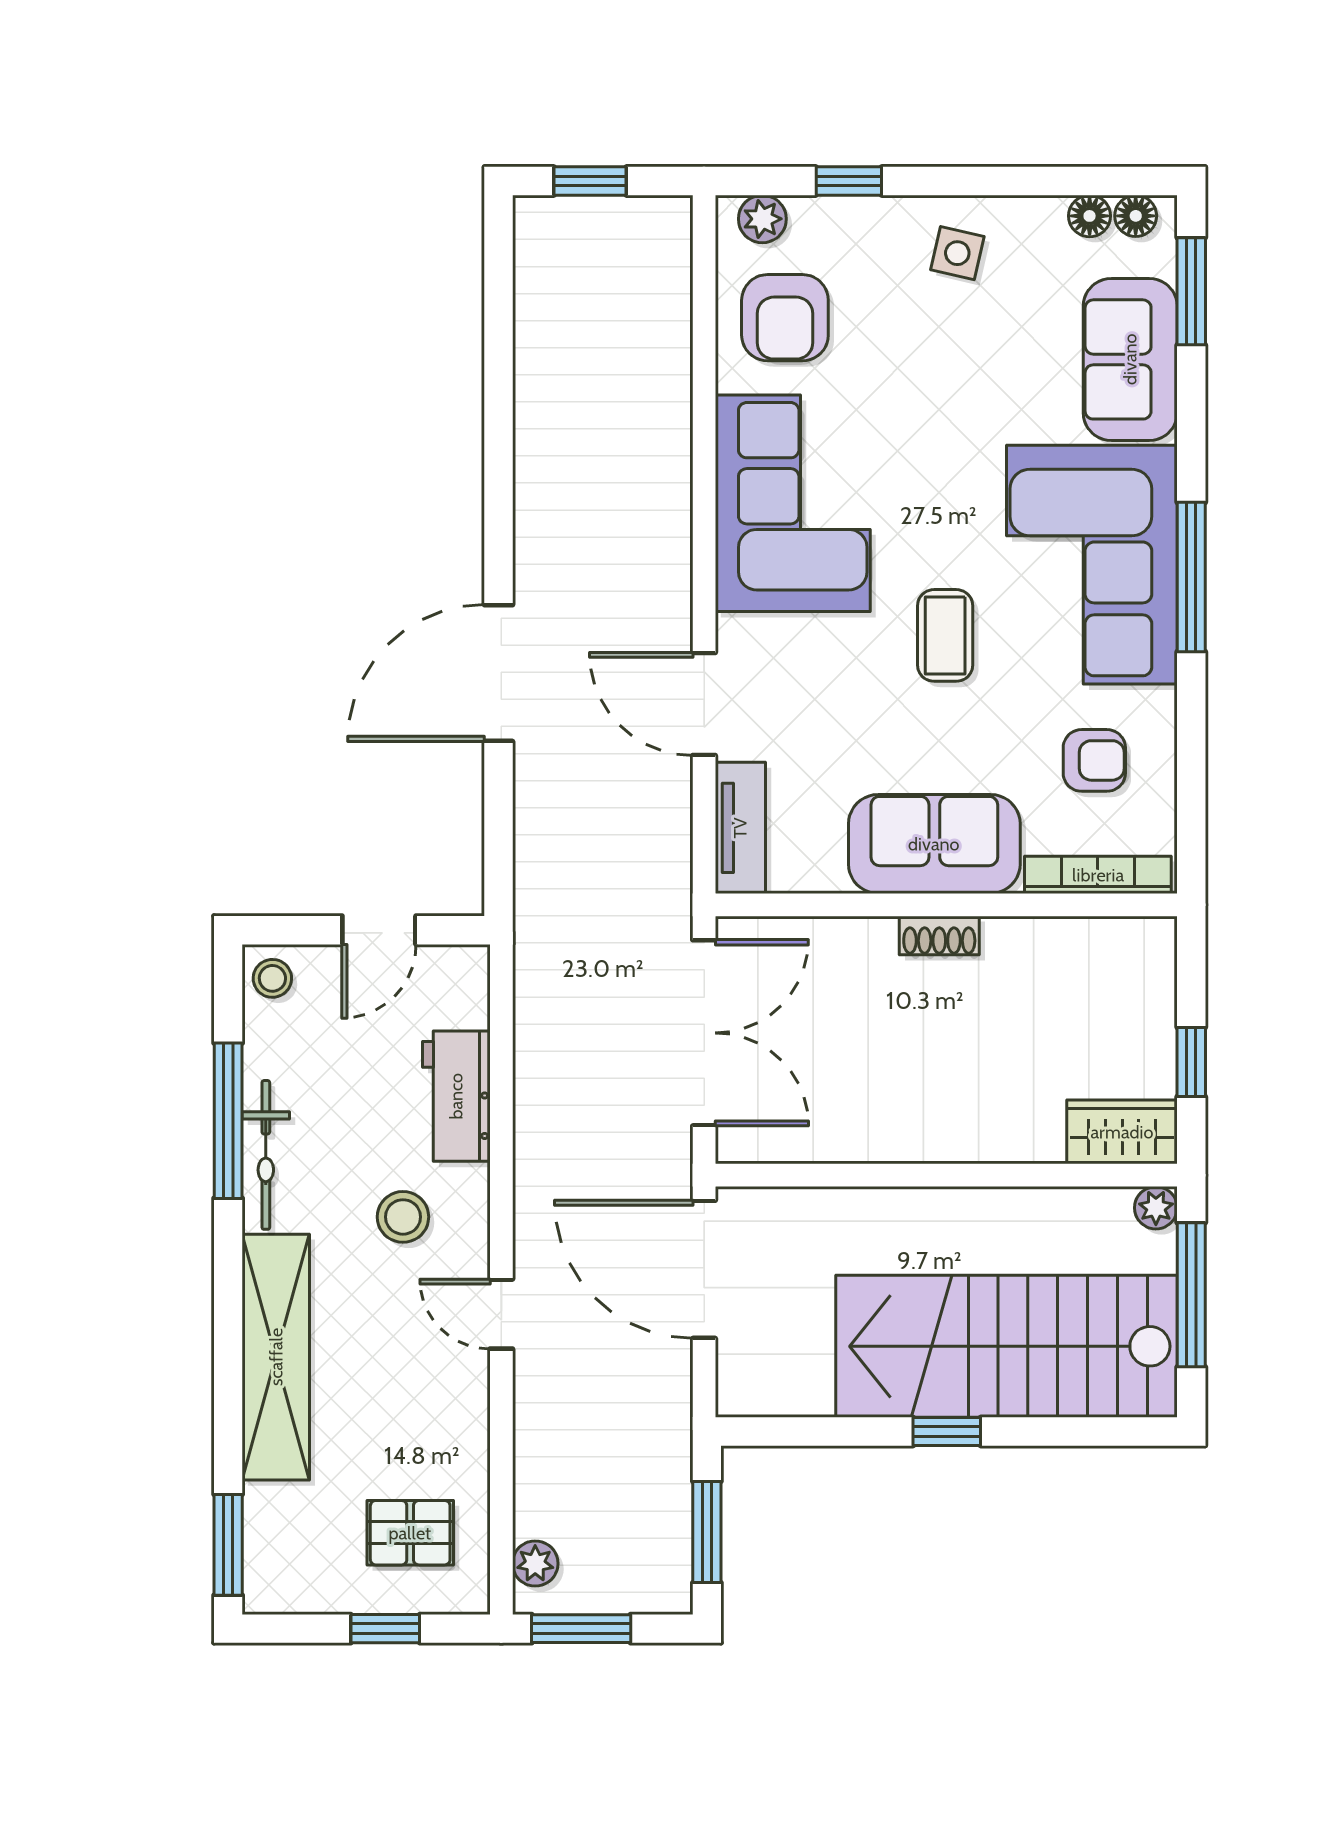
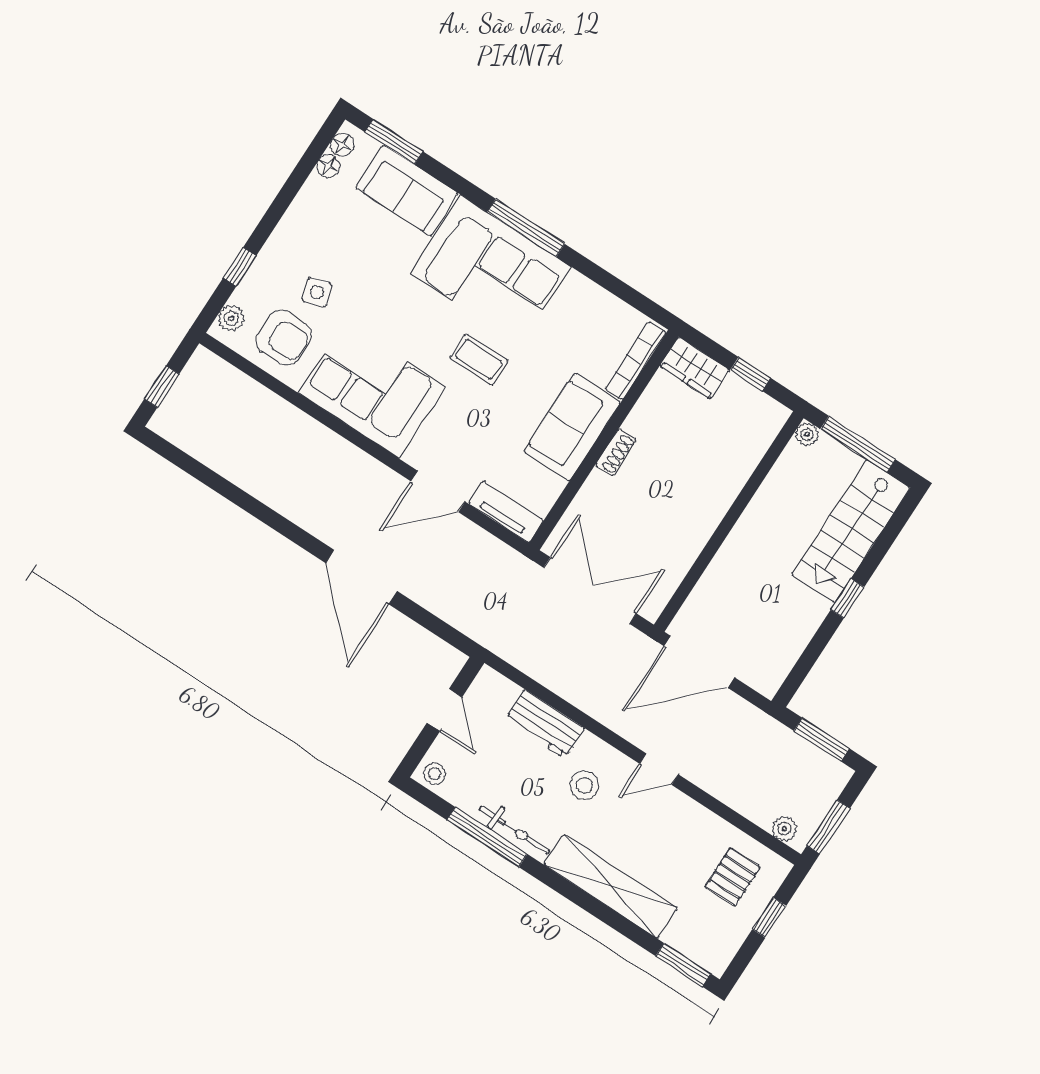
side table: (957, 253) -> (317, 292), moved, turned -32
armchair: (1094, 760) -> (582, 328), removed
wardrobe: (1122, 1132) -> (694, 368), moved, turned -90
stairs: (1007, 1346) -> (851, 531), width x0.73, depth x0.66

